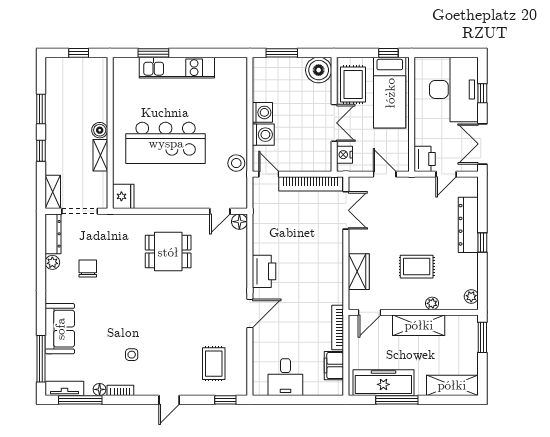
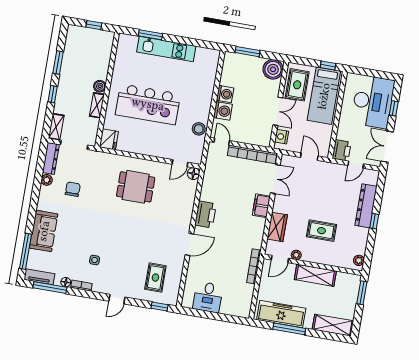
plant: (432, 303) -> (296, 255), moved
filing cabinet: (334, 366) -> (261, 206), moved

